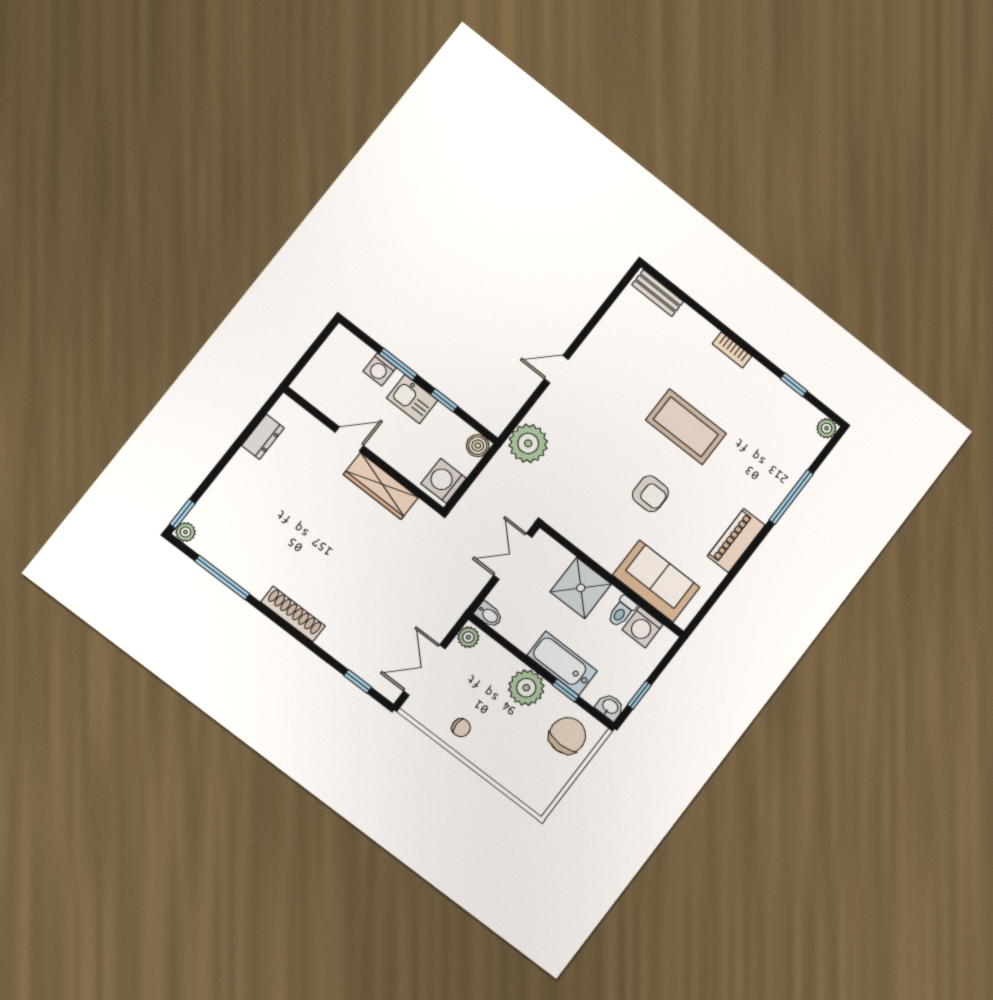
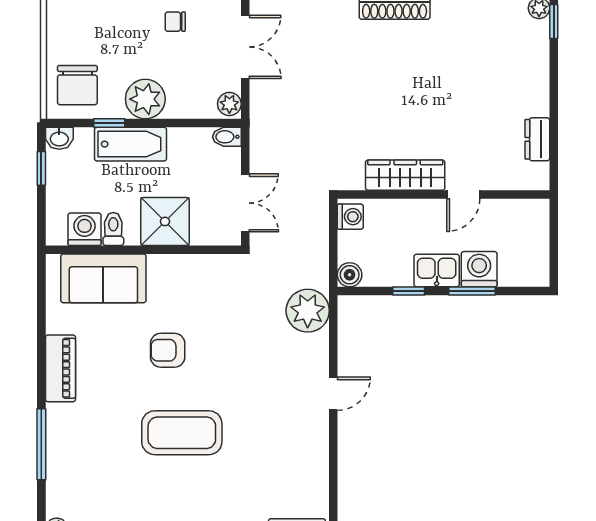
washing machine: (380, 370) -> (479, 269), width x1.38, depth x1.38
washing machine: (444, 481) -> (350, 217), width x0.73, depth x0.73

